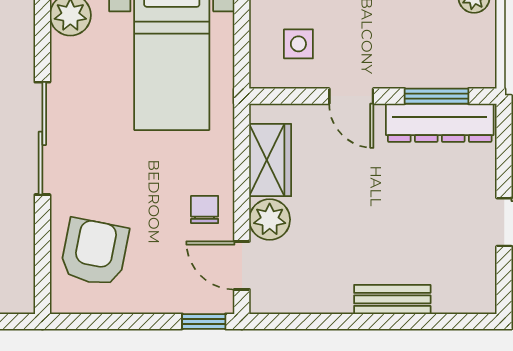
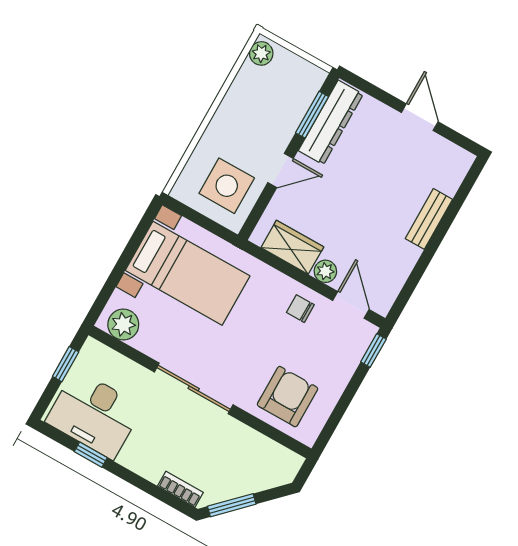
side table: (298, 44) -> (227, 186), width x1.87, depth x1.87
plant: (270, 220) -> (325, 271), width x0.73, depth x0.73
armchair: (94, 252) -> (288, 397), turned 79
door: (242, 265) -> (351, 305), swing flipped

